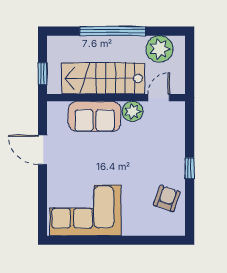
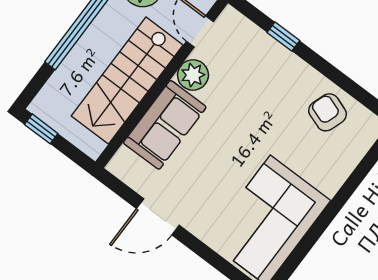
window: (43, 74) -> (41, 129), moved
window: (190, 168) -> (283, 37), moved

